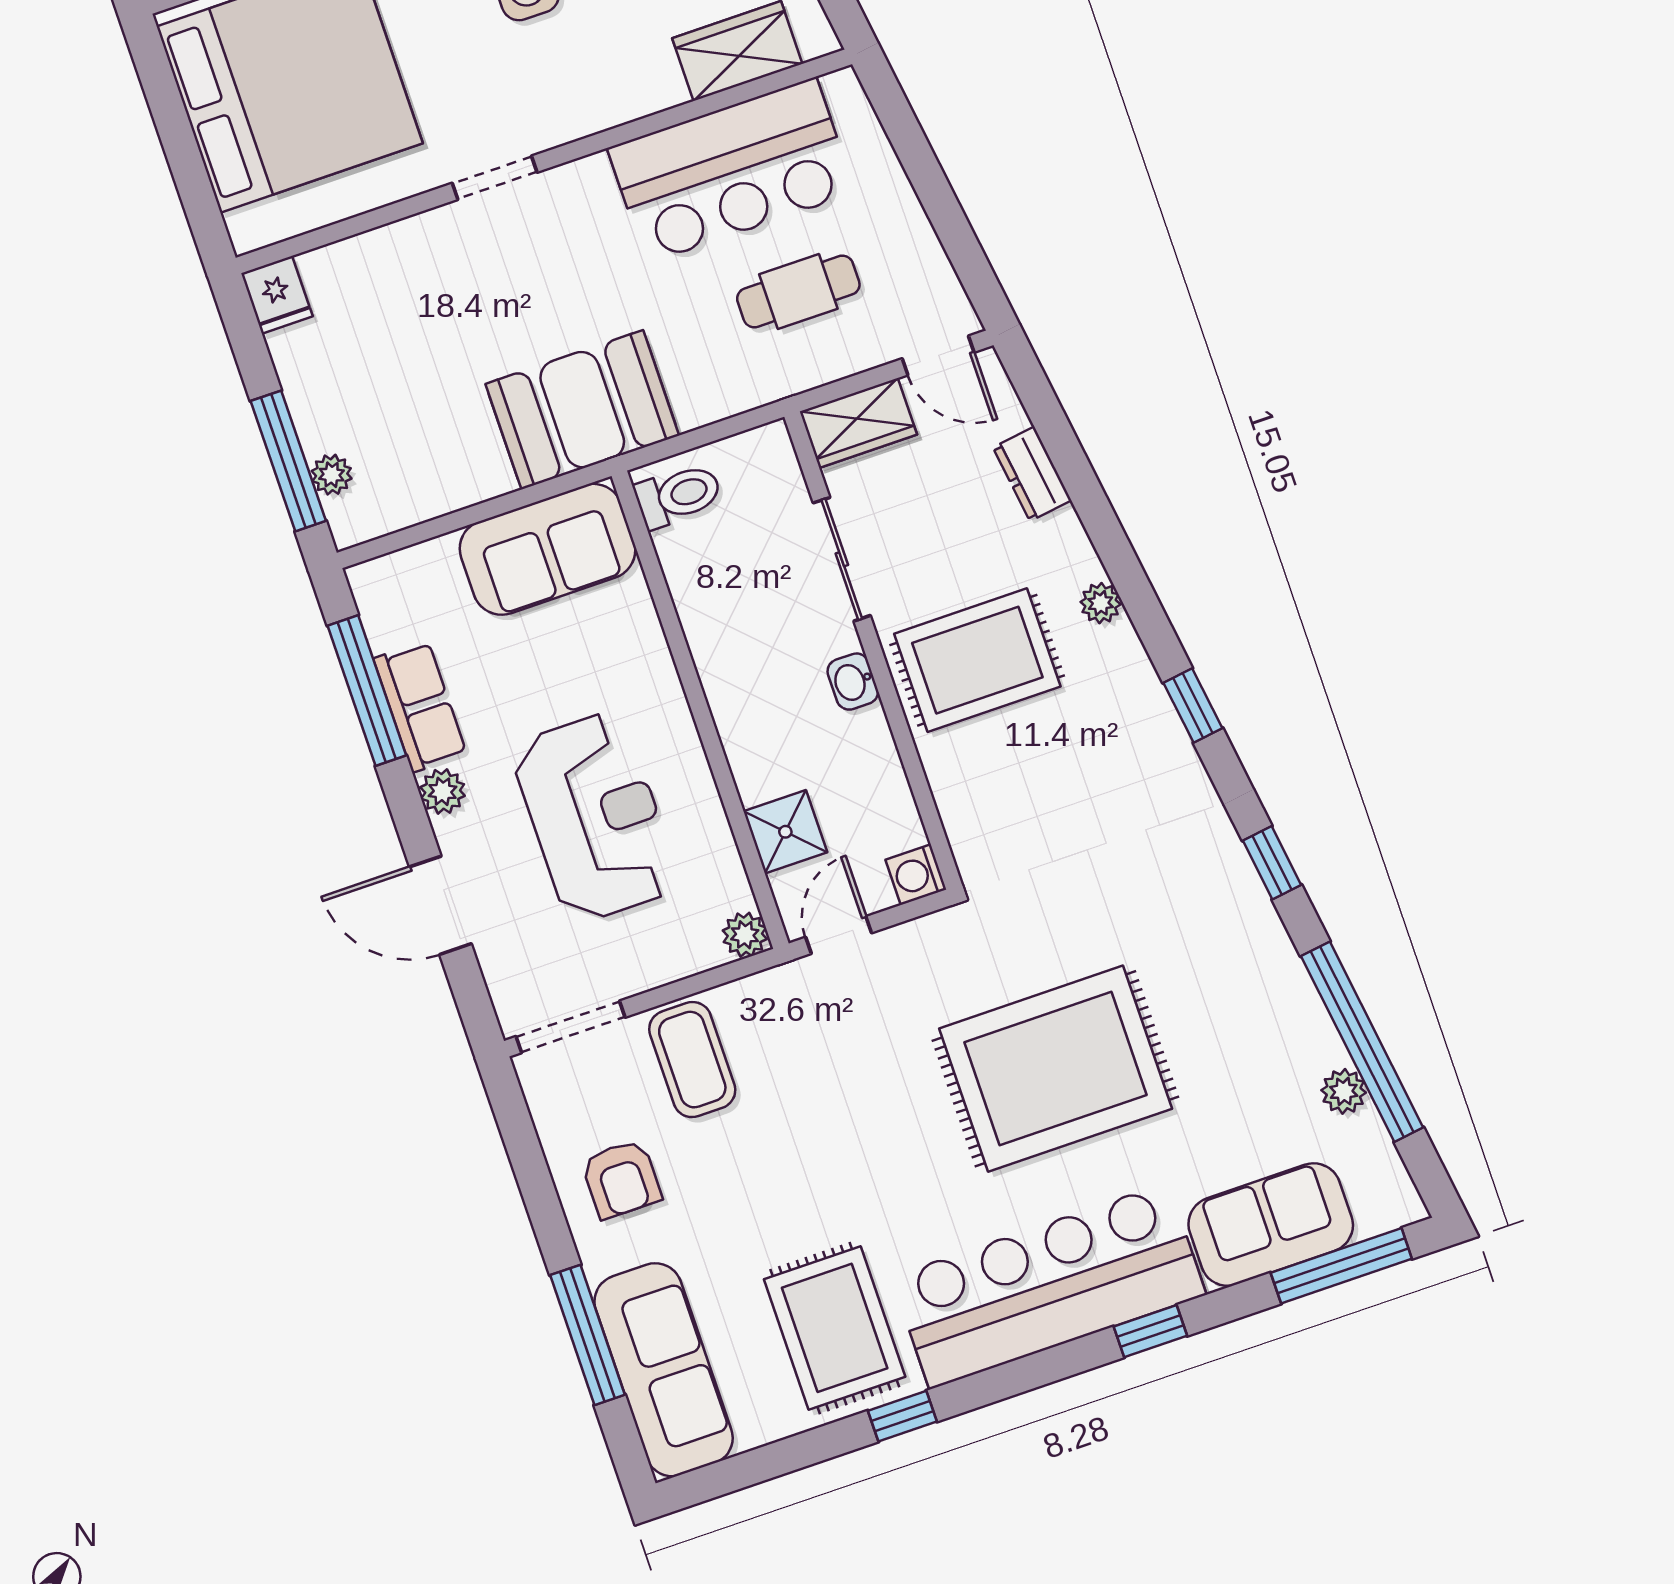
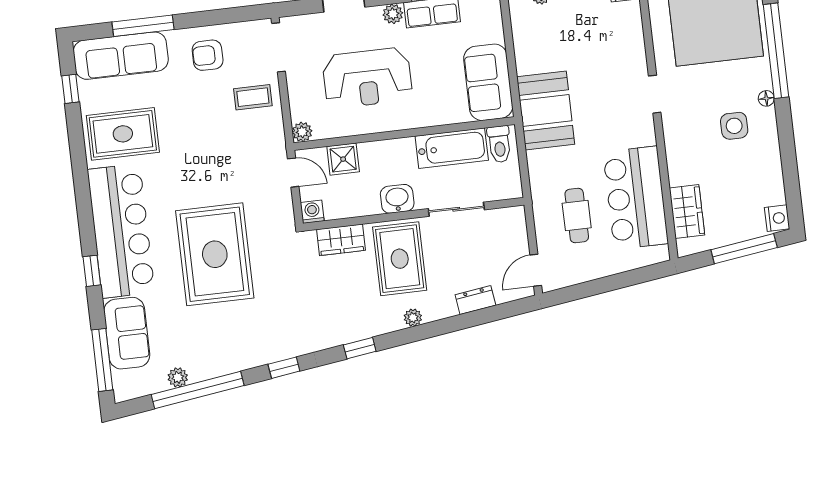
wardrobe: (858, 423) -> (341, 240), moved, turned -90
bathtub: (710, 598) -> (452, 148), added
washbasin: (853, 682) -> (397, 199), width x1.38, depth x1.45
coffee table: (692, 1060) -> (253, 97), width x0.73, depth x0.77
window: (902, 1416) -> (70, 89), moved

